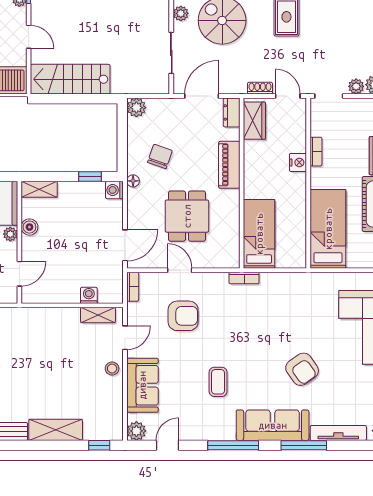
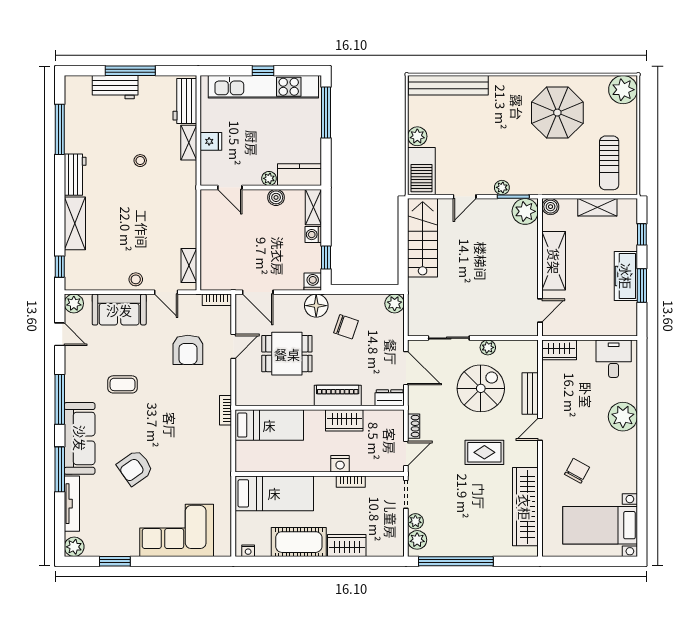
wardrobe: (254, 121) -> (344, 420), moved
floor lamp: (133, 181) -> (316, 306), width x1.89, depth x1.89
washing machine: (89, 295) -> (313, 235), moved, turned 180

